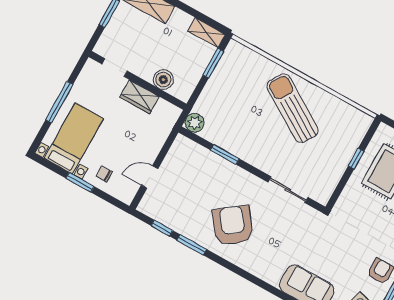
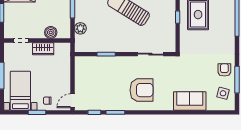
plant: (195, 123) -> (80, 28), moved
door: (150, 177) -> (73, 101), moved
armchair: (233, 225) -> (142, 90), moved, turned 127

